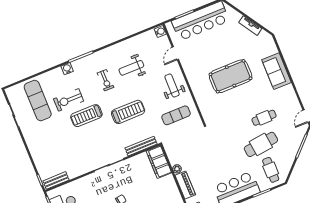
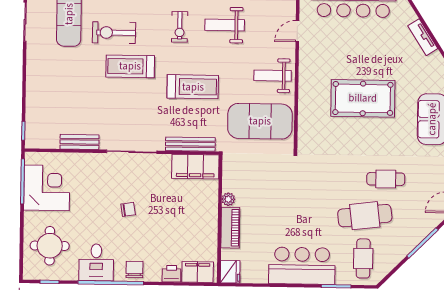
weight bench: (172, 85) -> (273, 76), turned -90
exercise mat: (176, 115) -> (260, 121), width x2.00, depth x1.45
filing cabinet: (159, 162) -> (195, 167), moved, turned -90
bench: (56, 180) -> (80, 142), moved

